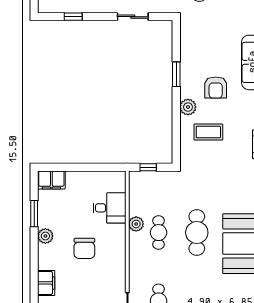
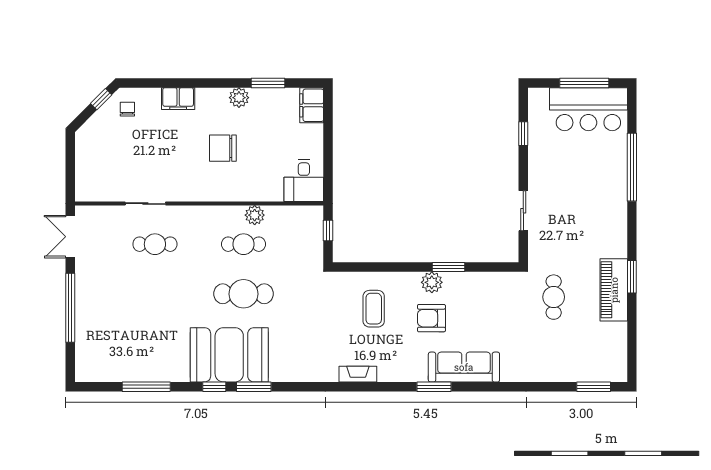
plant: (188, 107) -> (432, 282), moved
desk: (109, 208) -> (304, 181), moved

